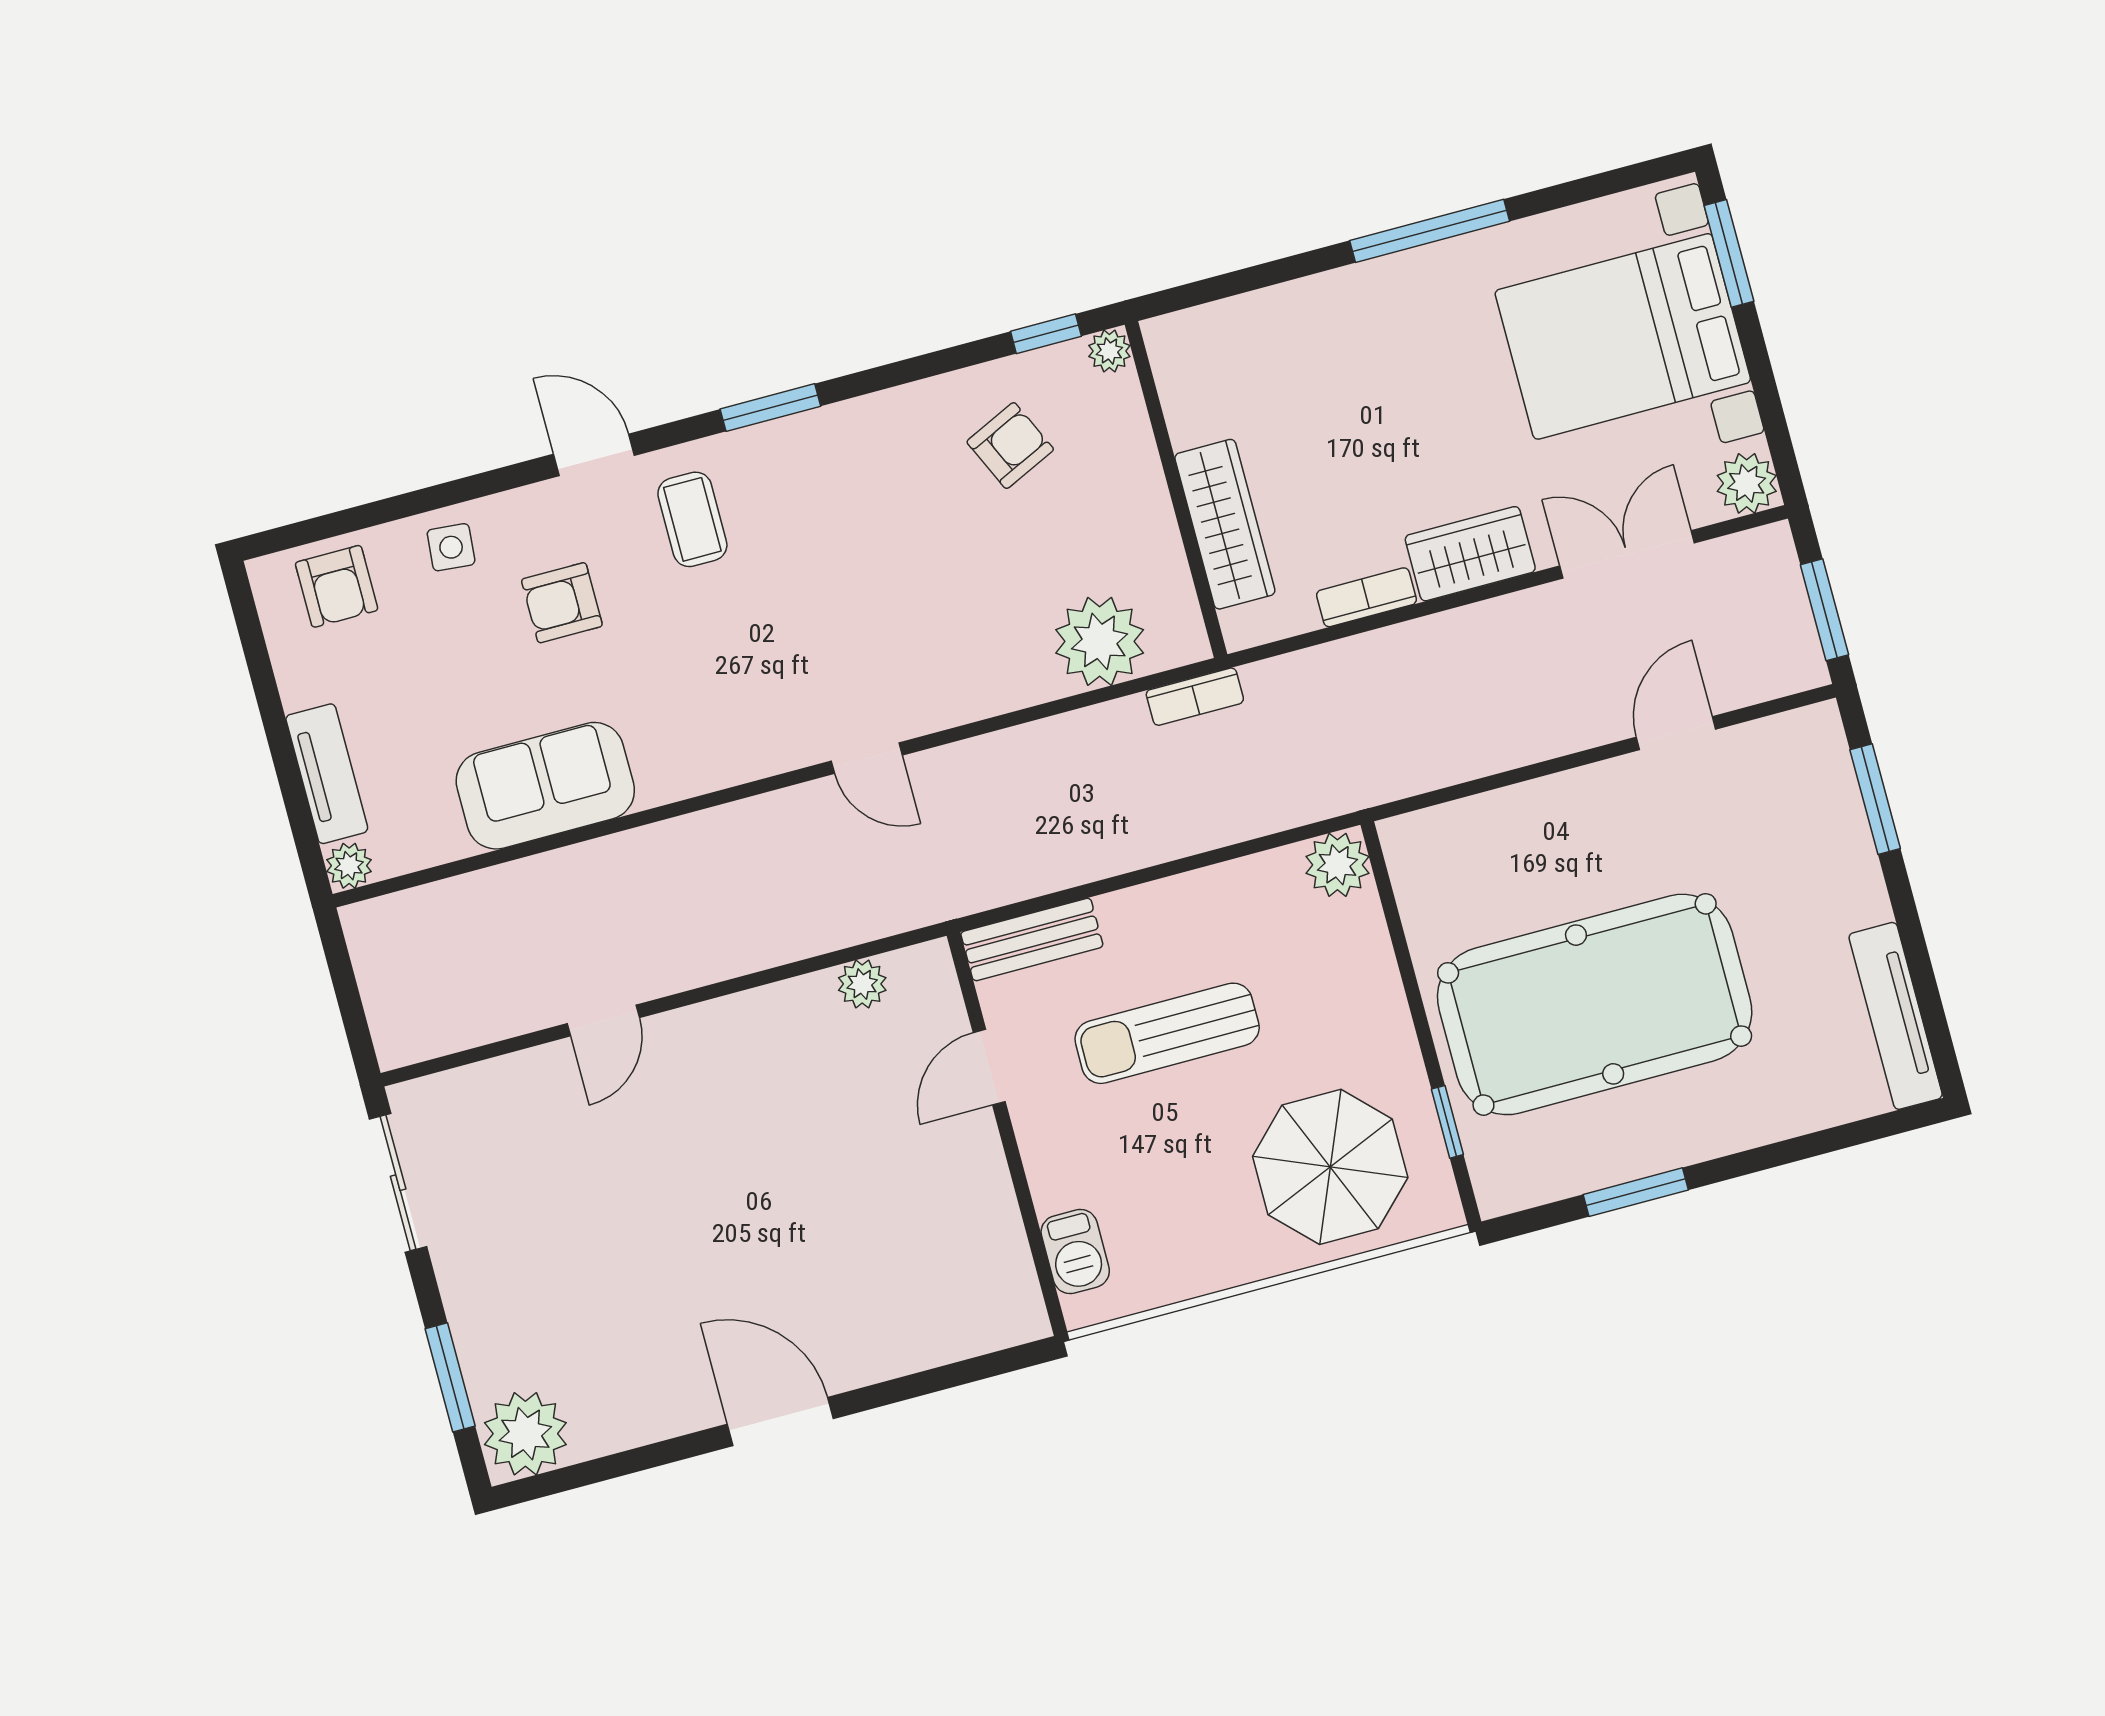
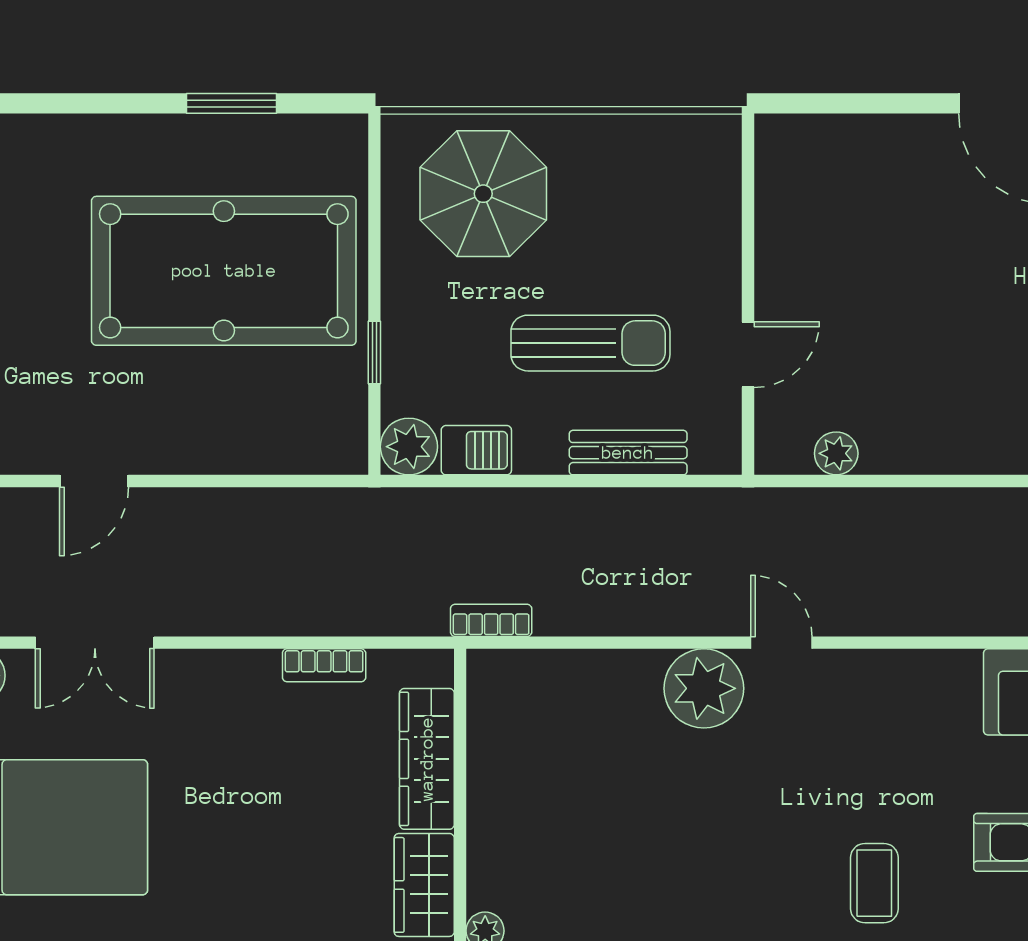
armchair: (1010, 446) -> (590, 874), removed
wardrobe: (1470, 554) -> (424, 885), moved, turned 90
plant: (1100, 641) -> (704, 688), moved
bench: (1032, 939) -> (628, 453), moved
window: (1447, 1122) -> (374, 353), moved
barbecue: (1075, 1252) -> (476, 450), moved, turned 90

